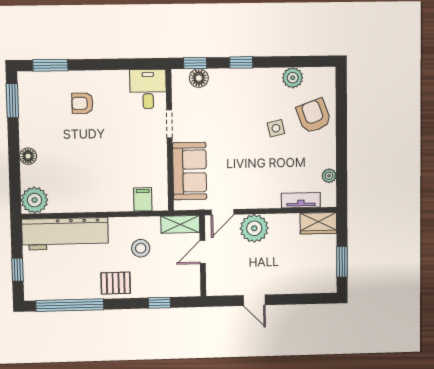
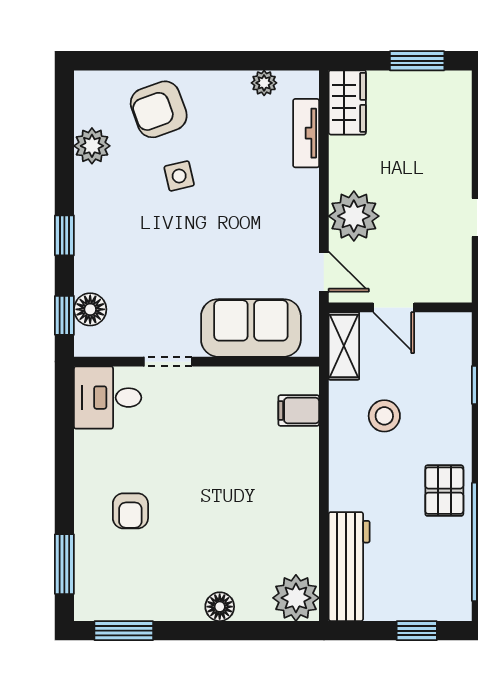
workbench: (65, 234) -> (349, 567), width x0.73, depth x0.76
pallet: (116, 283) -> (444, 491), moved

